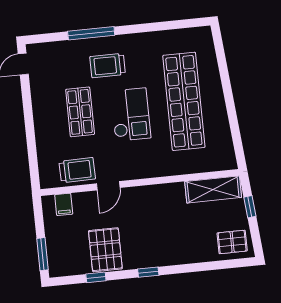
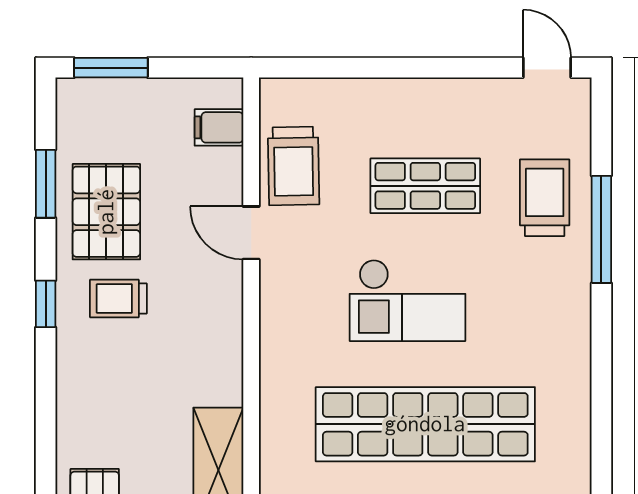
trolley: (108, 66) -> (545, 198), moved
trolley: (143, 241) -> (118, 299), added
pallet: (105, 250) -> (106, 212), turned 90
window: (96, 277) -> (46, 184), width x1.50

